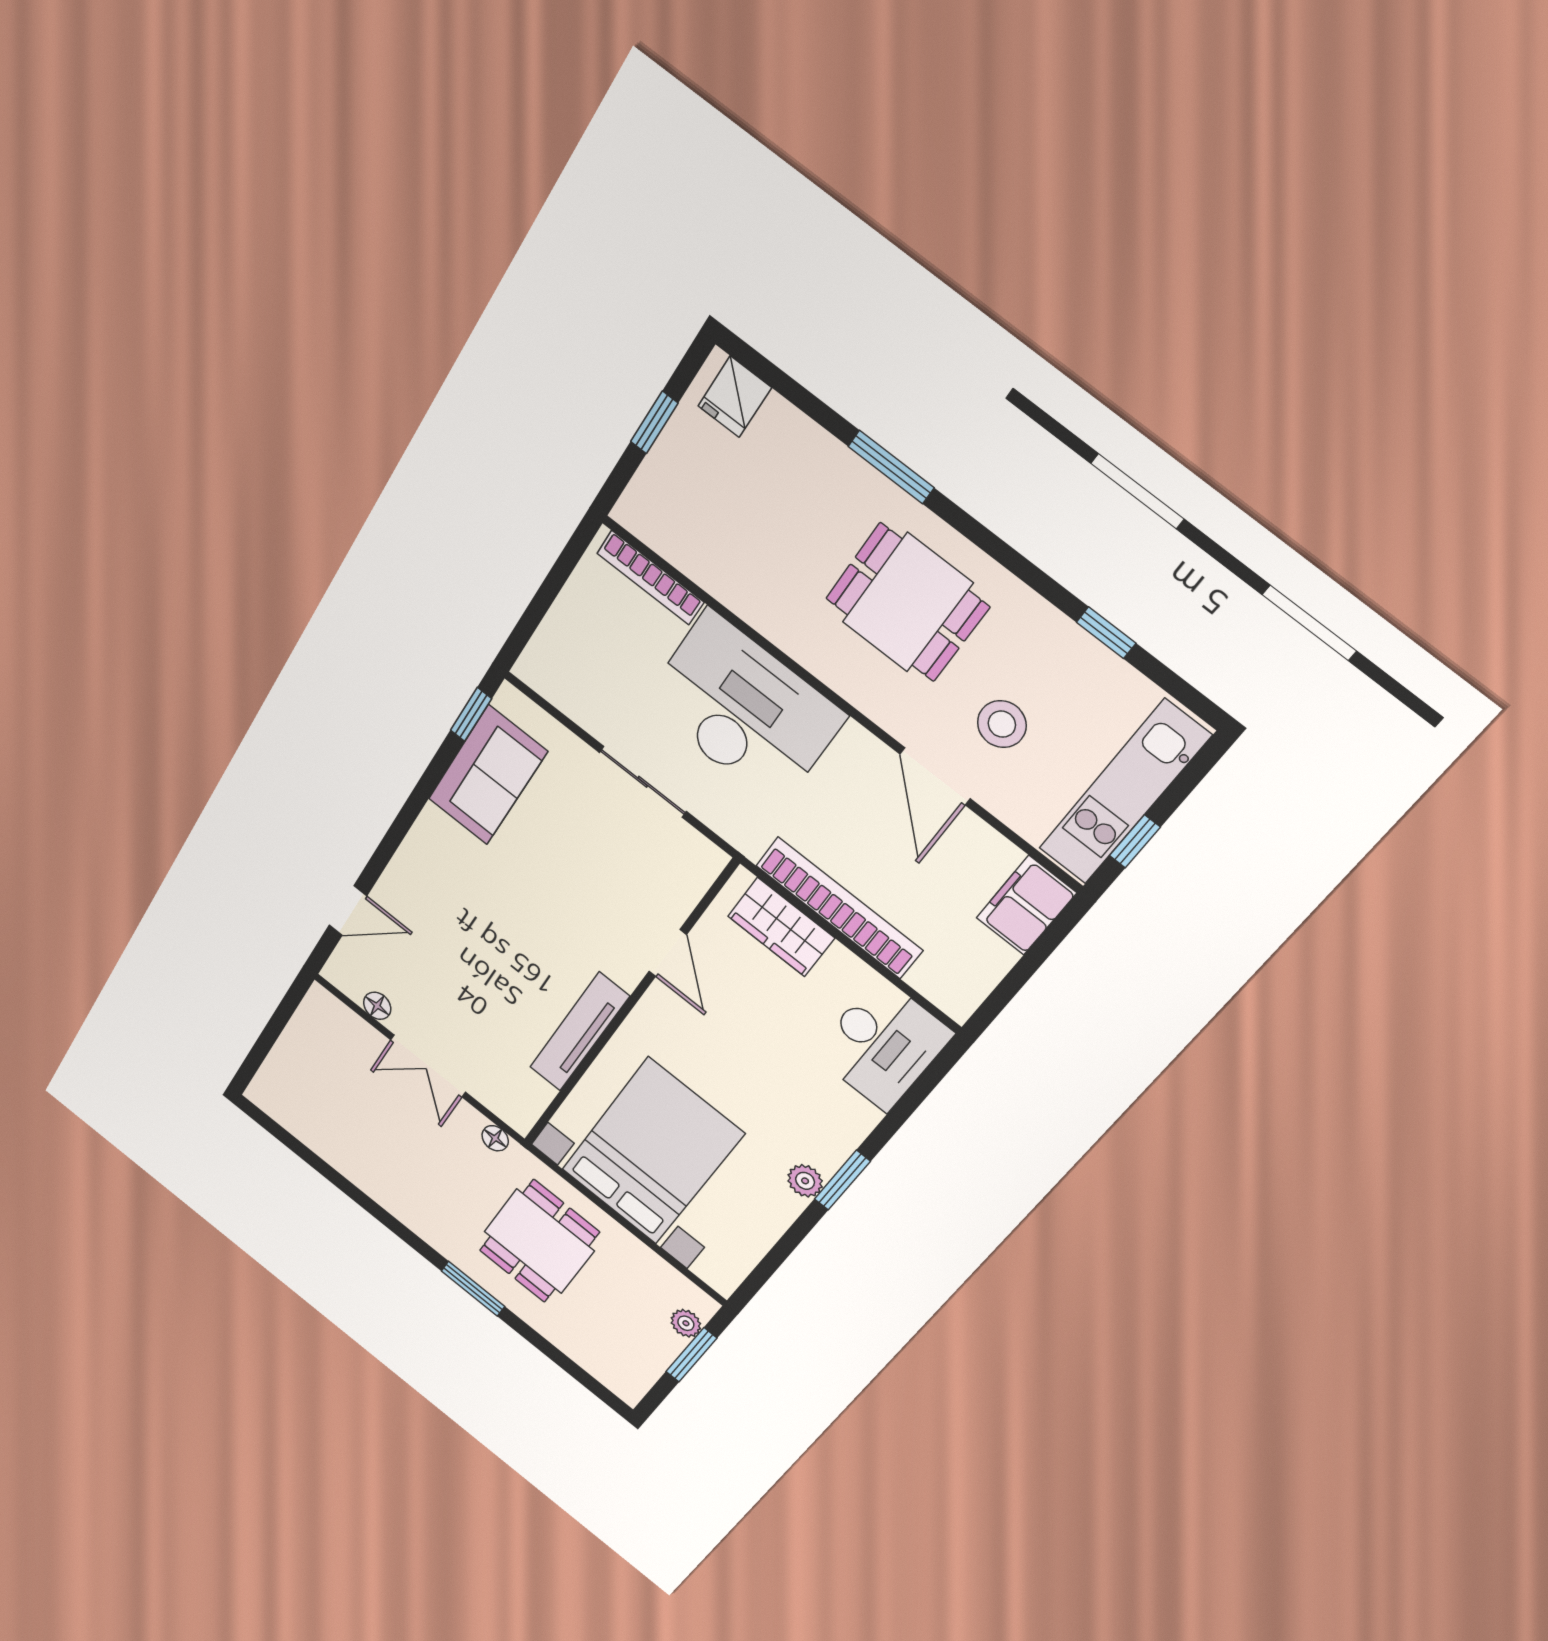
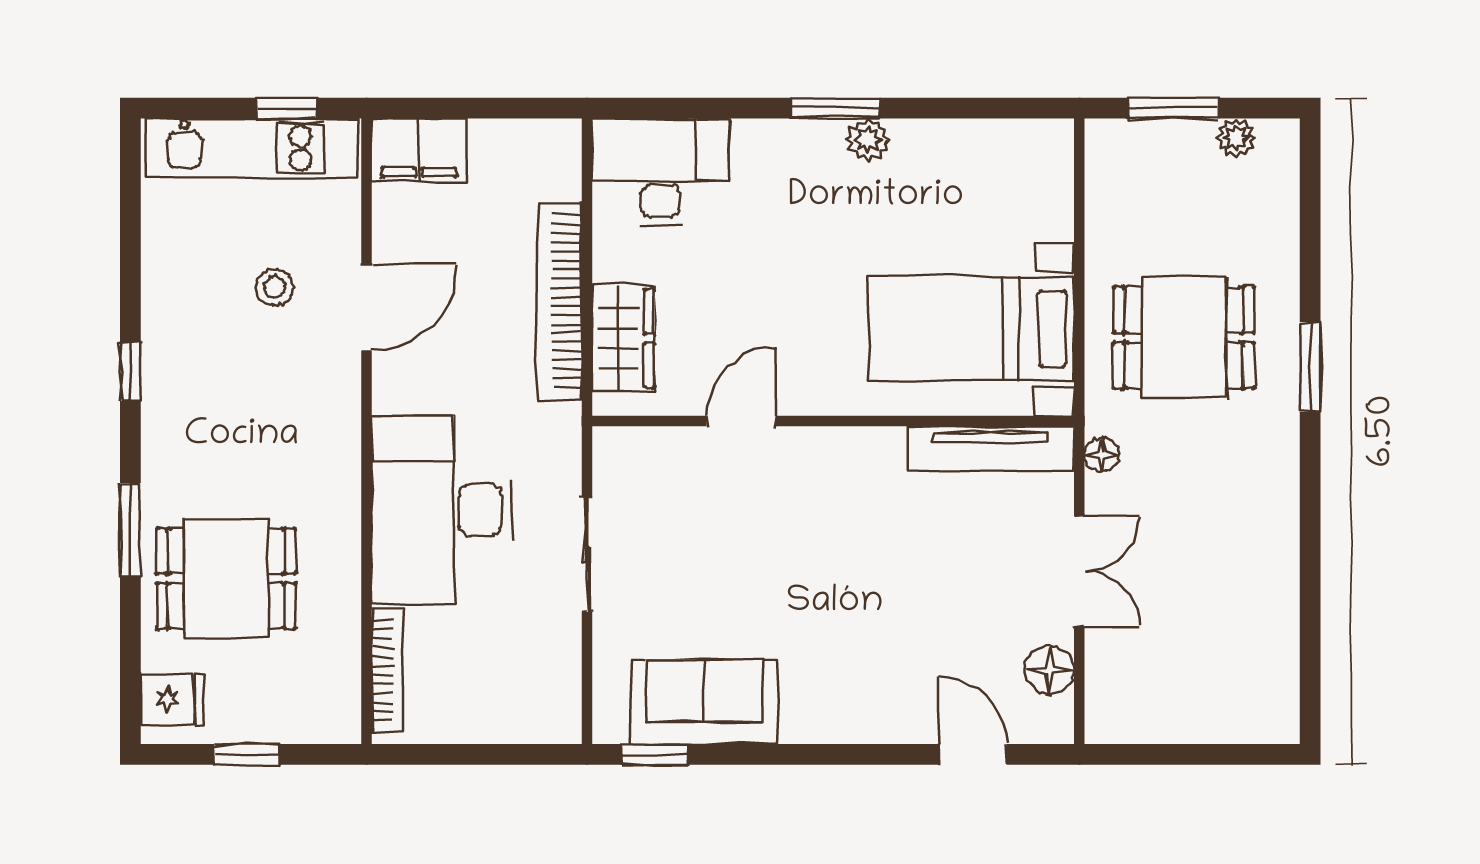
dining table: (907, 603) -> (226, 578), moved, turned 90
window: (1106, 633) -> (130, 371), moved
stool: (1002, 724) -> (275, 287), width x0.73, depth x0.73
floor lamp: (377, 1006) -> (1050, 670), width x1.37, depth x1.37
tv unit: (579, 1032) -> (991, 449), moved
bed with nightstands: (652, 1152) -> (971, 329), width x0.73
plant: (686, 1323) -> (1236, 138), moved

